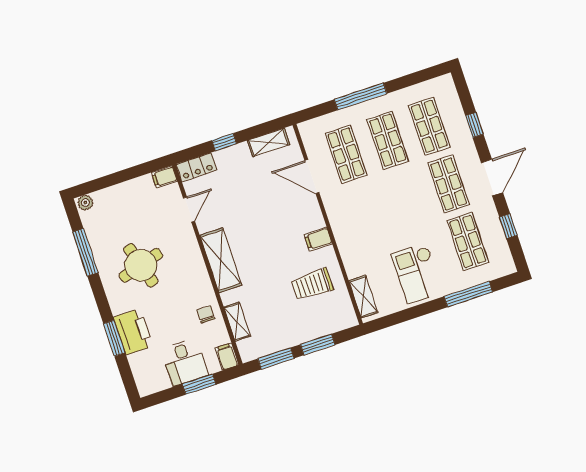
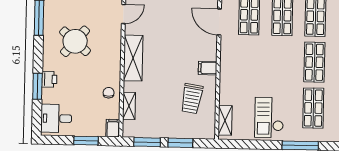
round table: (141, 265) -> (75, 41), turned -33
trolley: (312, 284) -> (192, 99), turned -81
printer: (133, 332) -> (49, 79), width x0.53, depth x0.68
desk: (185, 362) -> (56, 118), moved, turned 90

